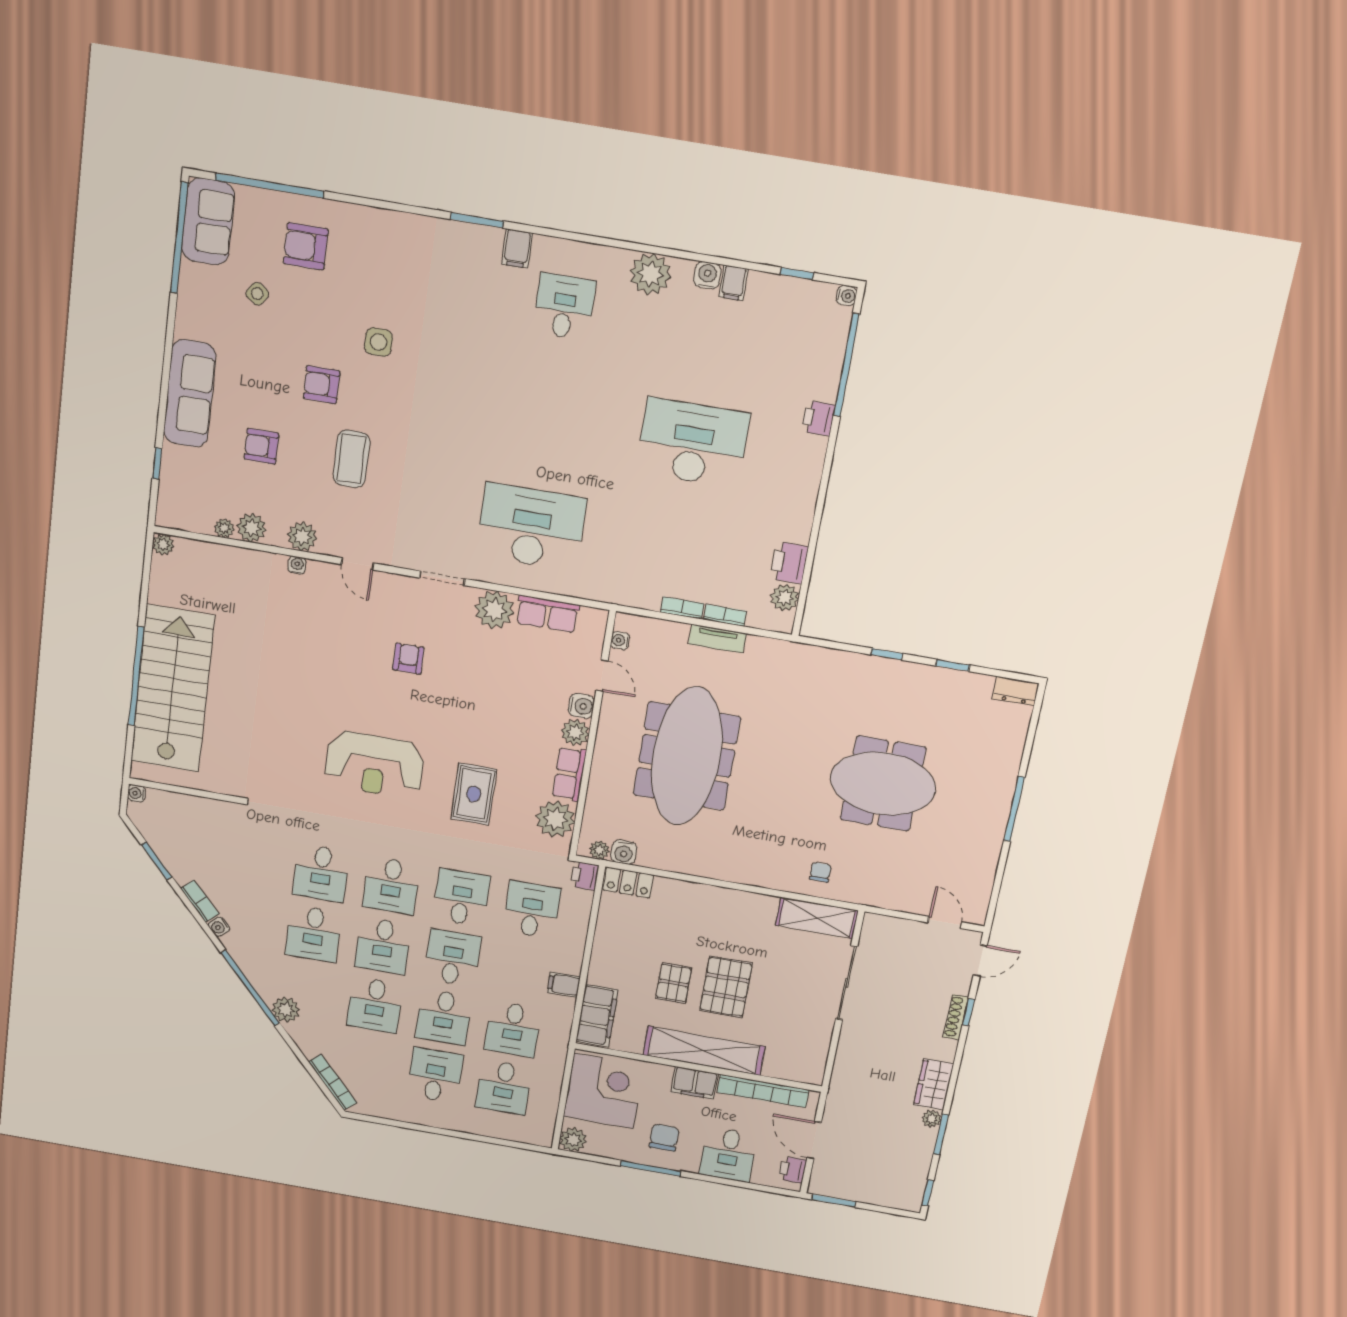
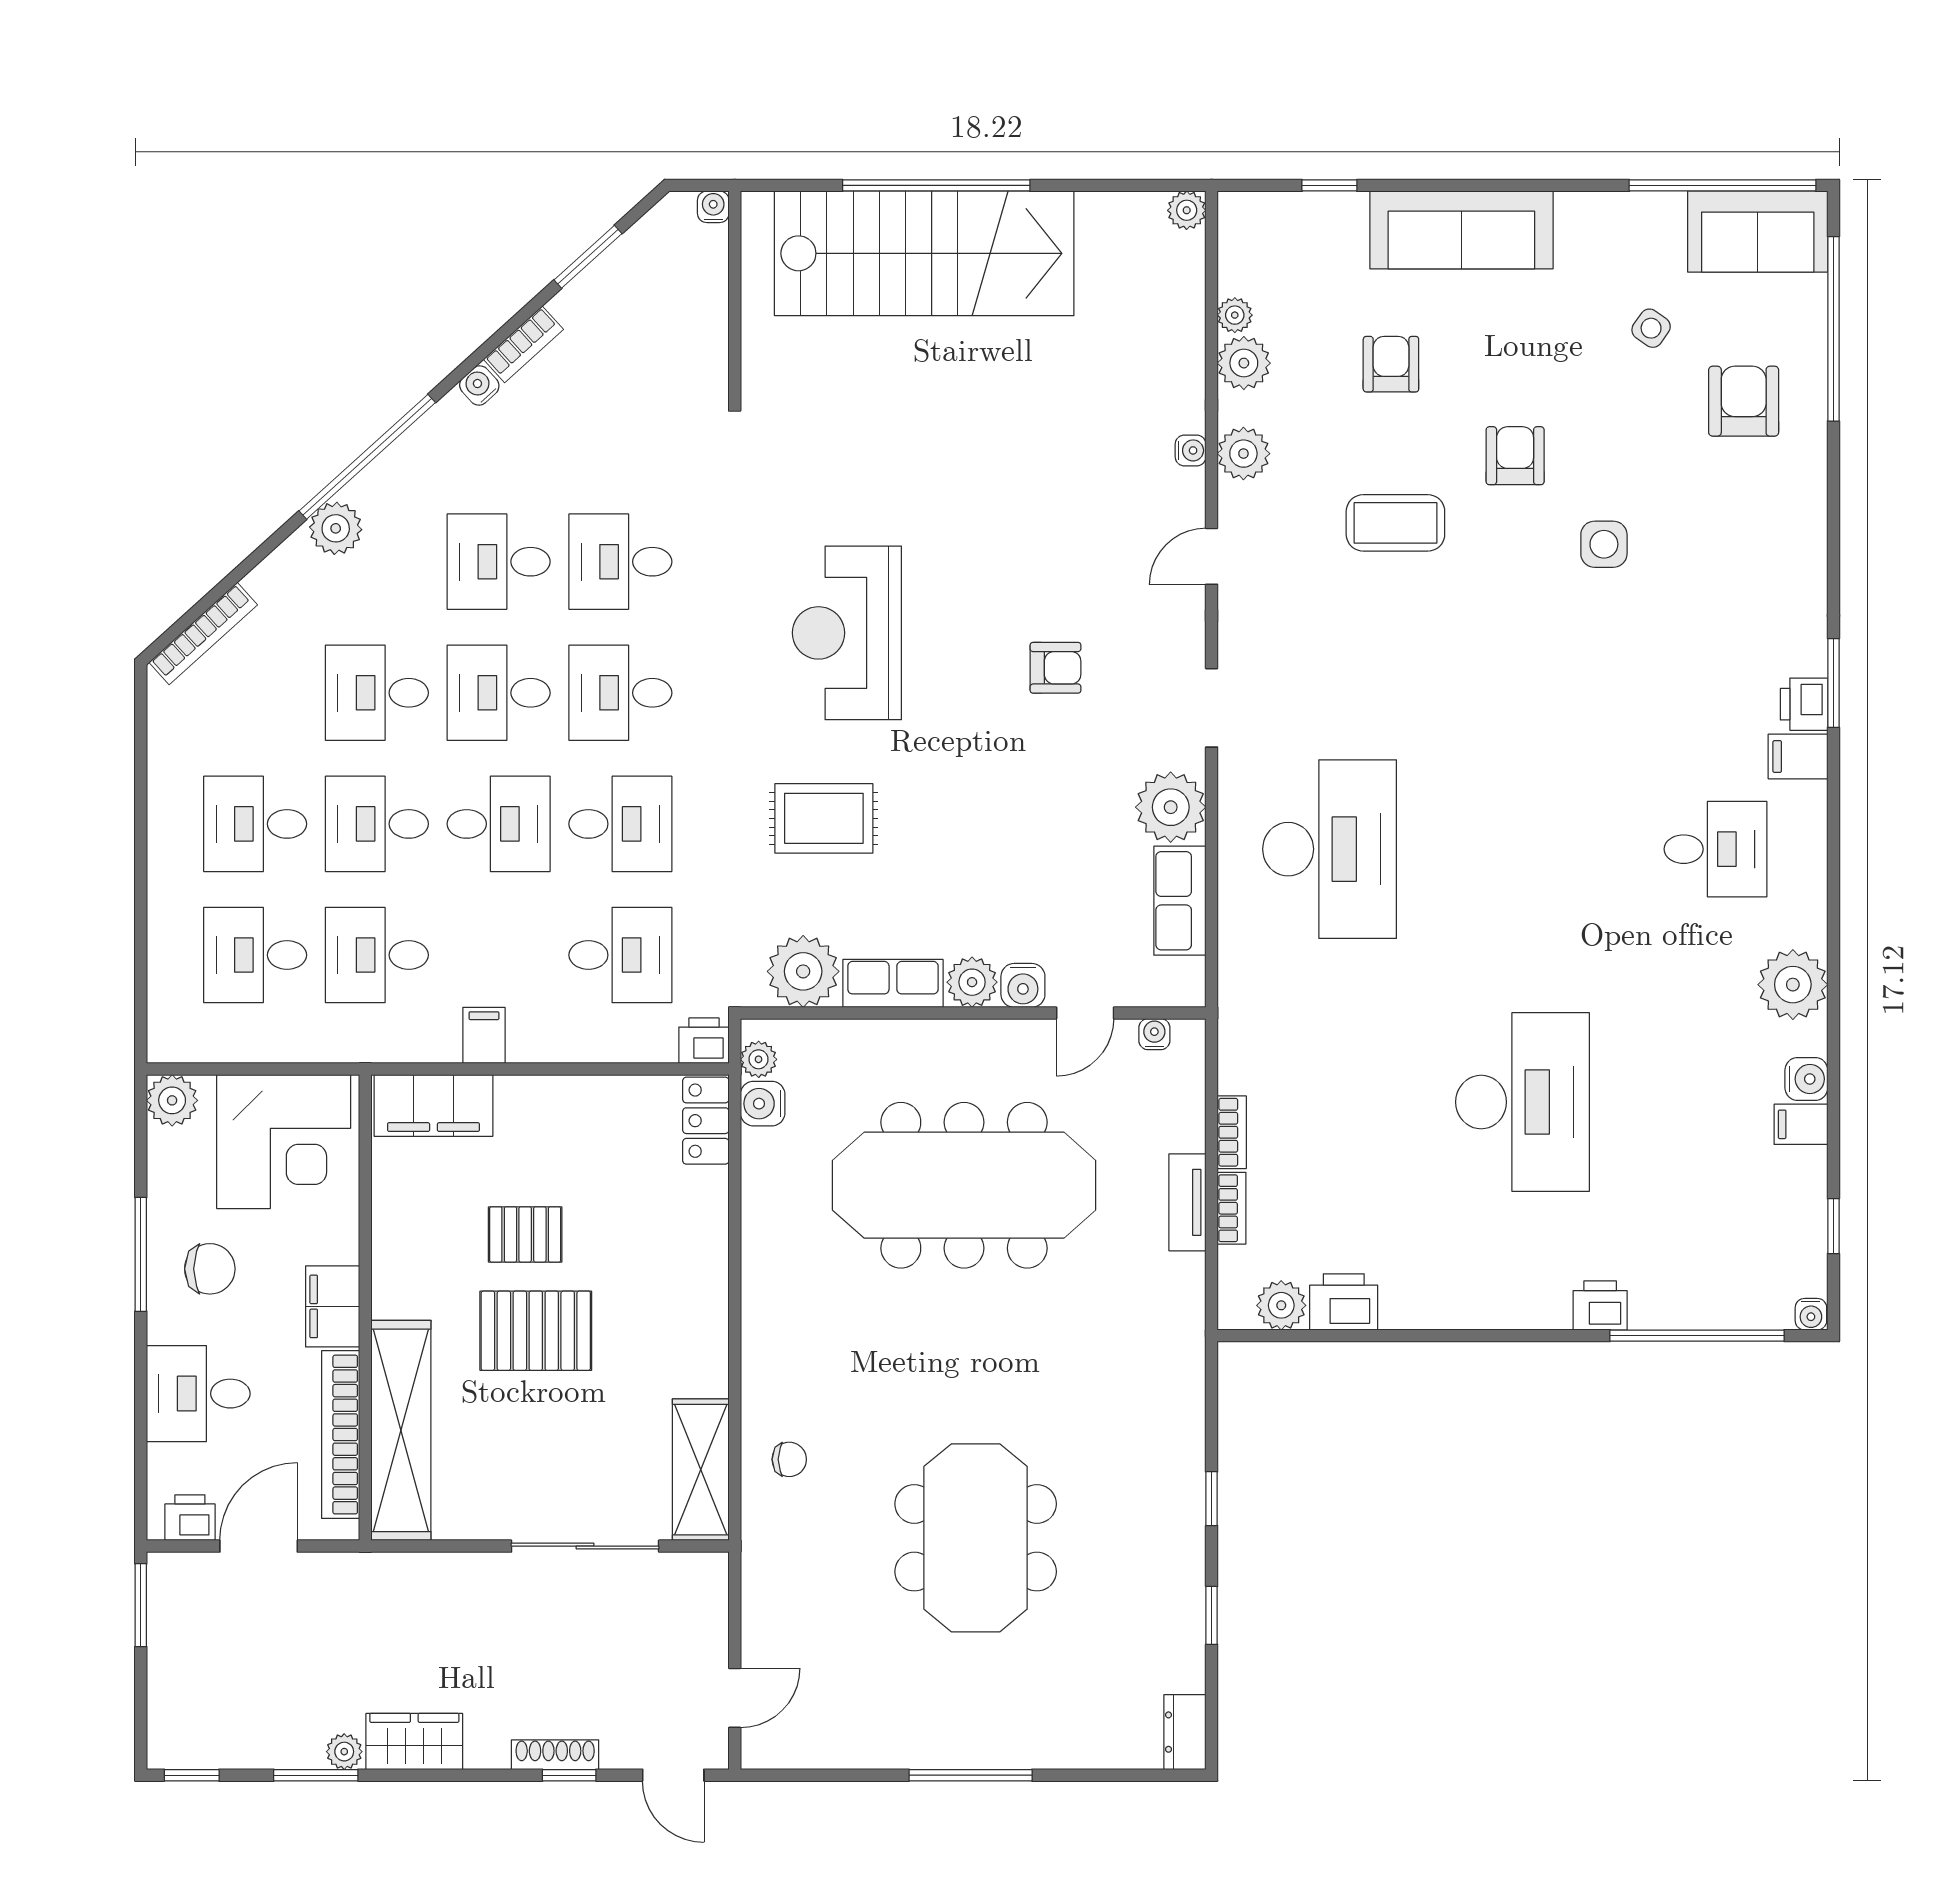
printer: (487, 240) -> (1804, 704), added
shelving: (704, 1051) -> (401, 1430), moved
desk: (435, 1075) -> (255, 824), turned 180

